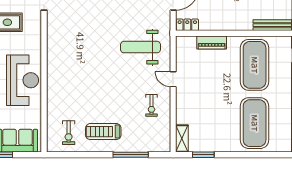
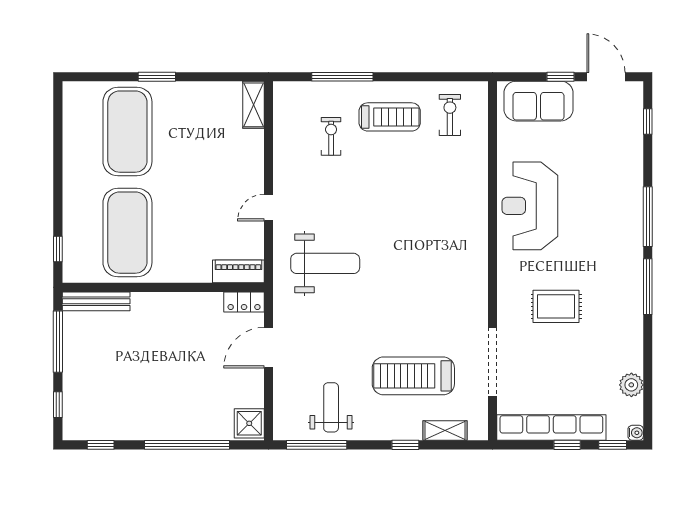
piano: (212, 42) -> (238, 271), moved
door: (173, 79) -> (269, 208), swing flipped
exercise bike: (151, 105) -> (331, 136), moved
window: (203, 155) -> (157, 77), moved

